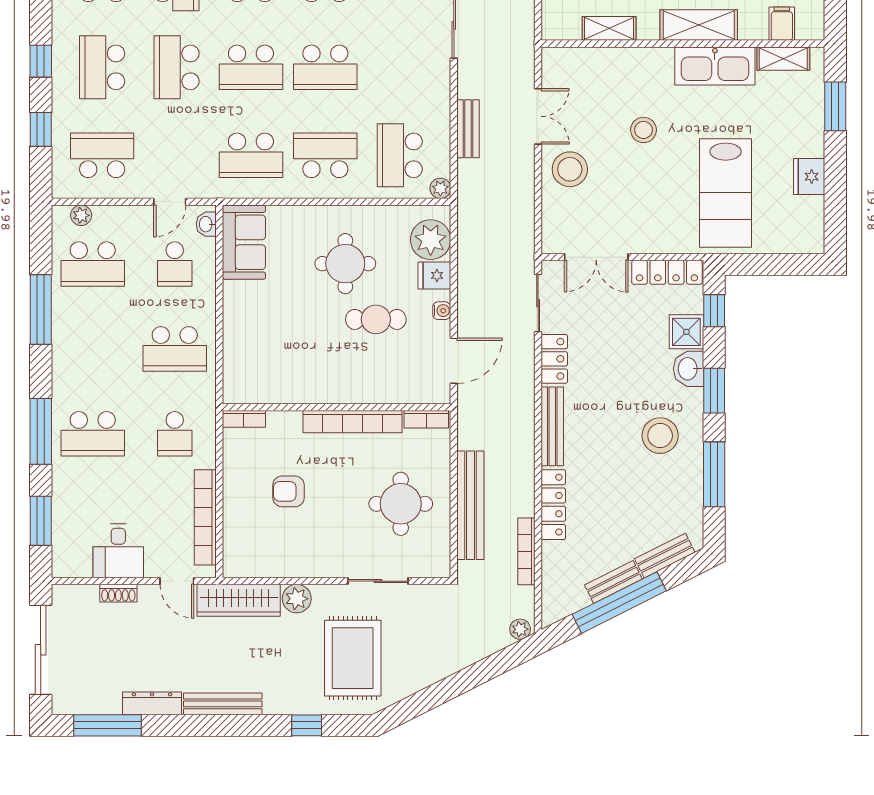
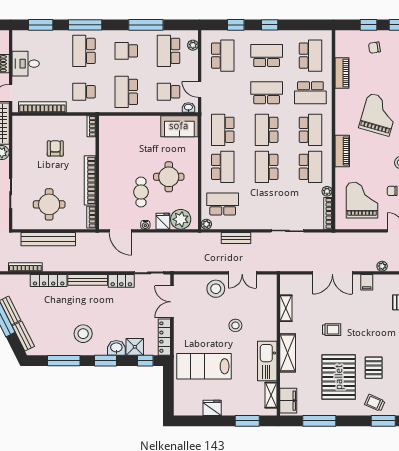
filing cabinet: (782, 24) -> (288, 401), width x2.00
school desk: (93, 349) -> (126, 51), added

